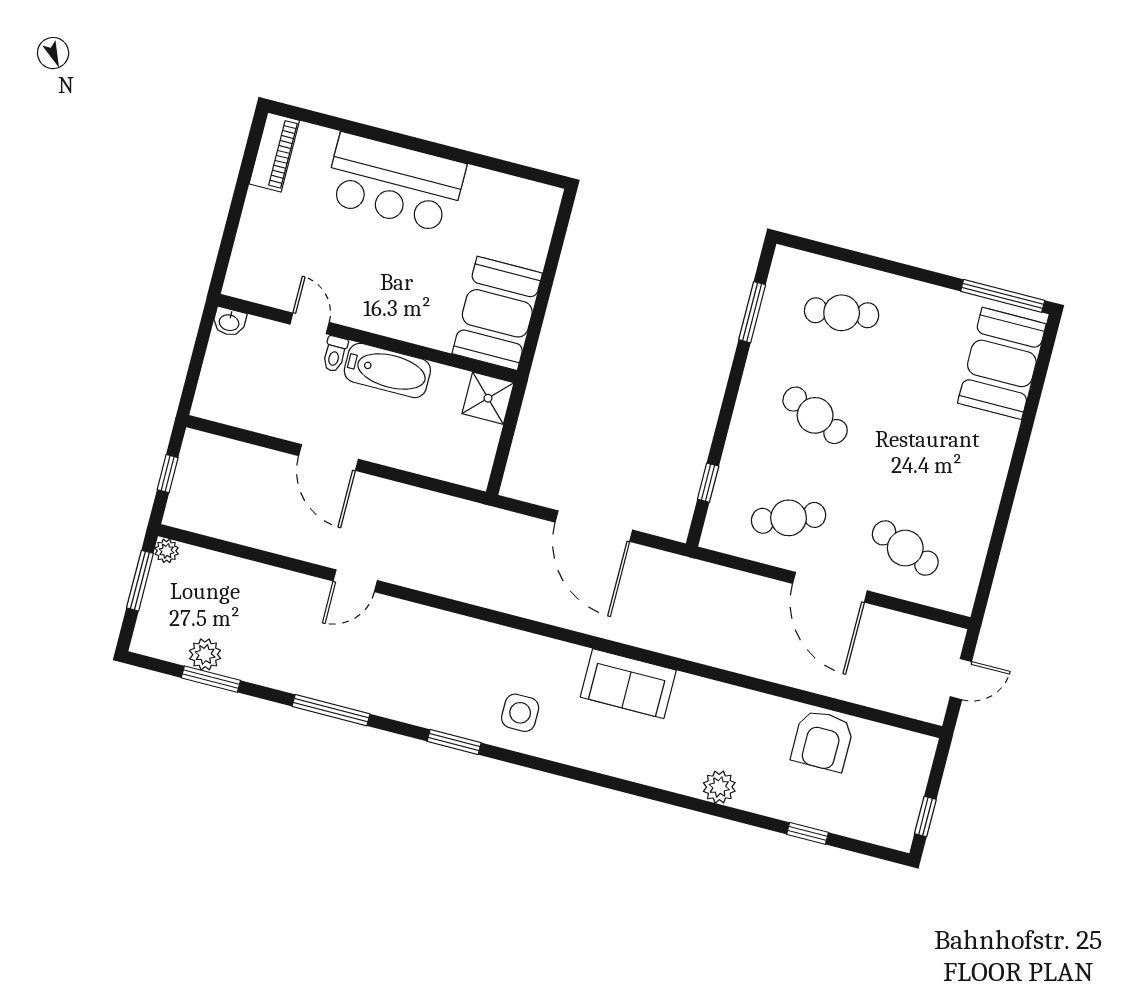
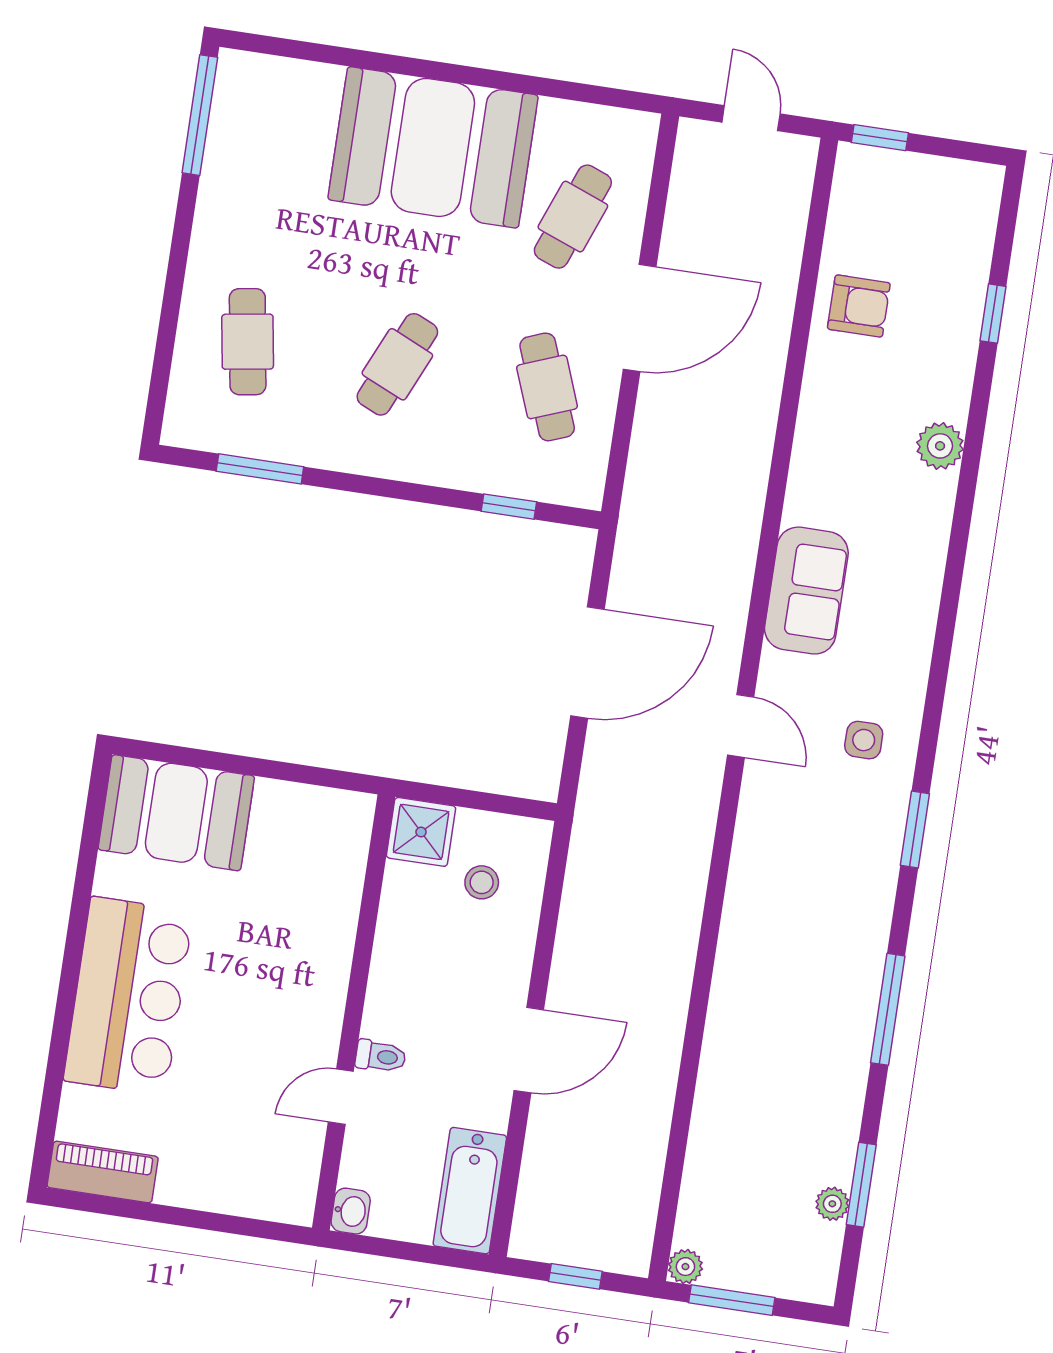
booth: (497, 313) -> (176, 813), moved
booth: (1002, 363) -> (433, 147), moved, width x1.36, depth x1.42
bathtub: (387, 370) -> (470, 1191), moved, turned 180
stool: (449, 437) -> (482, 882), added
door: (355, 581) -> (741, 726), moved
plant: (205, 654) -> (832, 1204), width x0.73, depth x0.73
side table: (520, 713) -> (864, 740), width x0.73, depth x0.73
armchair: (822, 741) -> (859, 306), width x0.72, depth x0.72
window: (925, 817) -> (880, 138), moved

